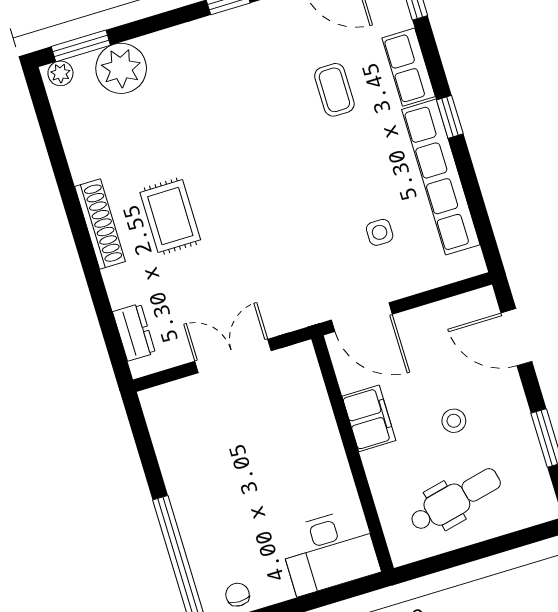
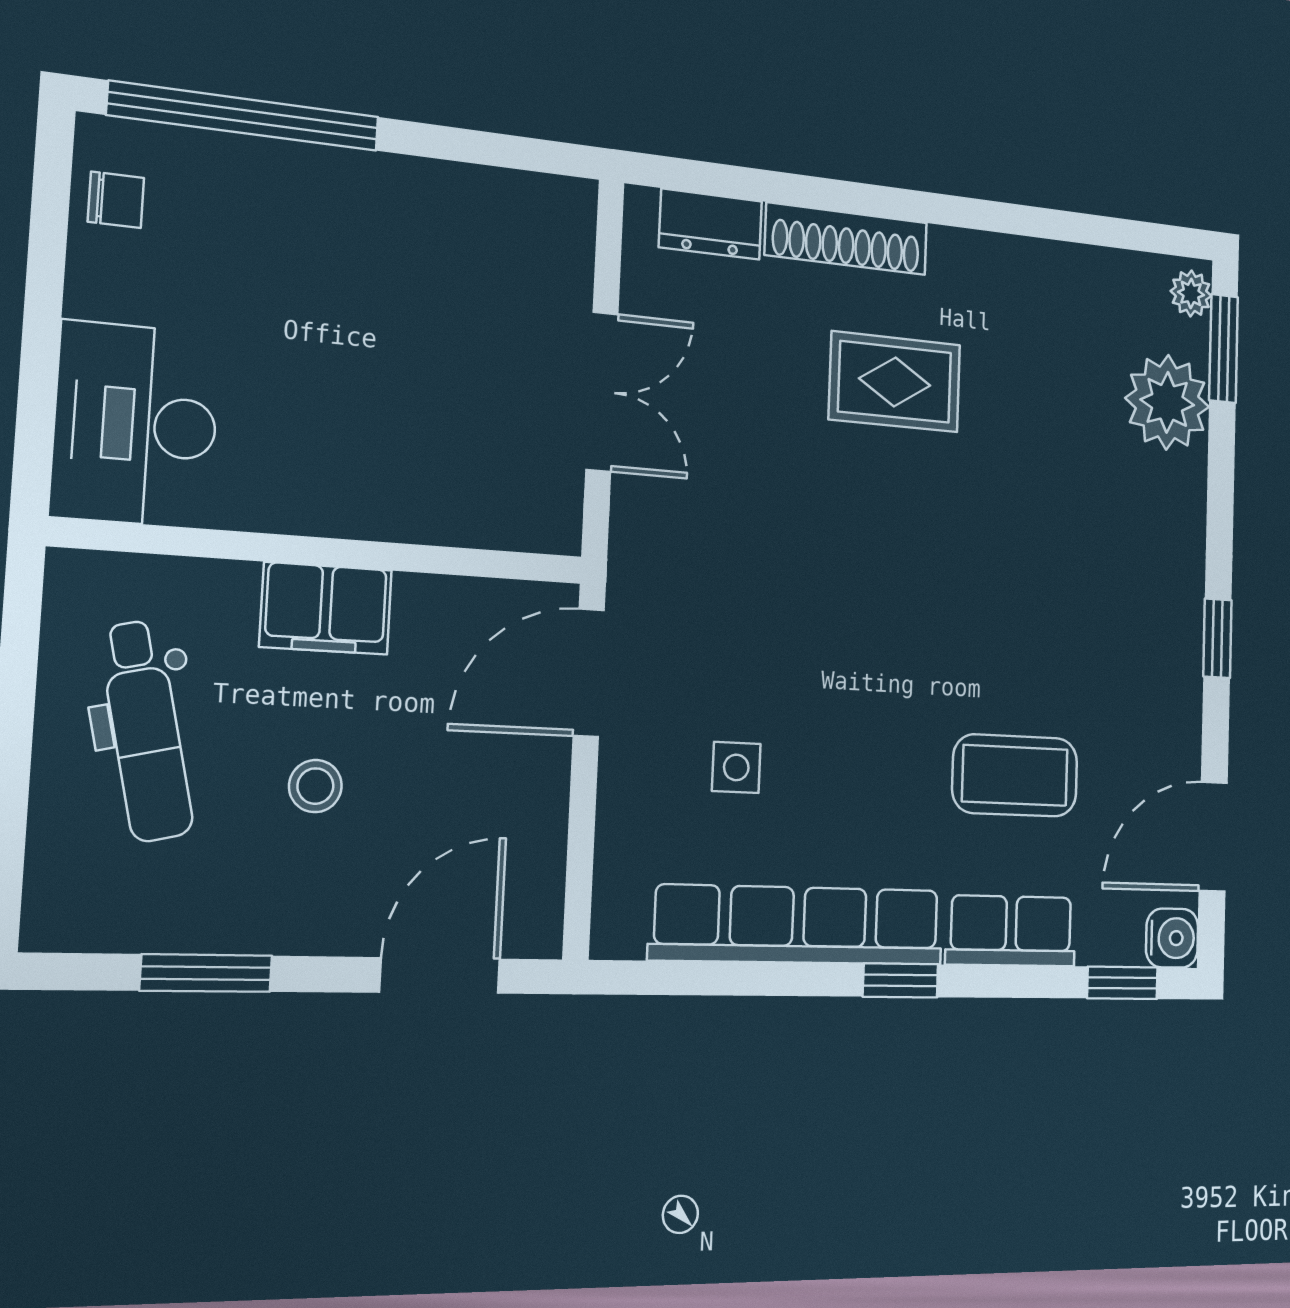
coffee table: (334, 90) -> (1015, 775), width x1.36, depth x1.30
shoe rack: (100, 224) -> (846, 239), moved
filing cabinet: (369, 418) -> (326, 608), moved

